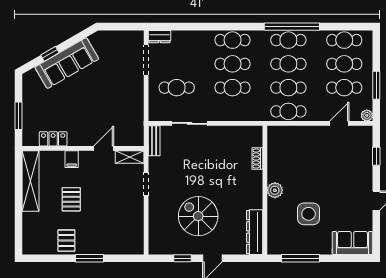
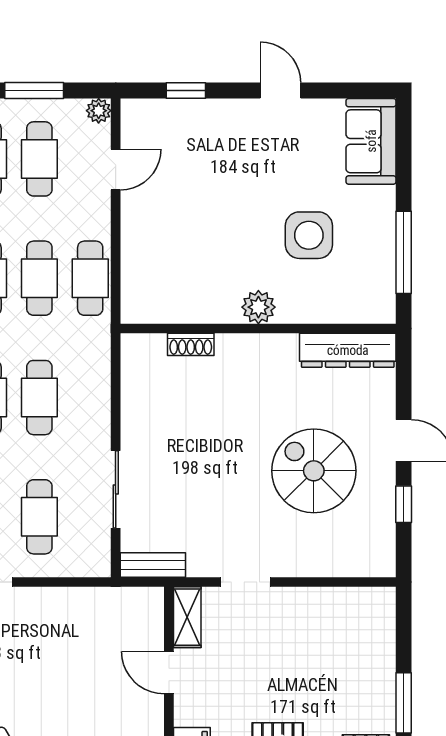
door: (339, 123) -> (116, 170), swing flipped
spiral stairs: (198, 216) -> (314, 471), turned 90

